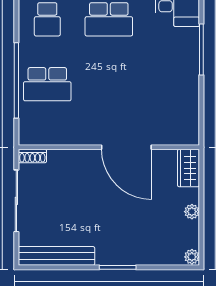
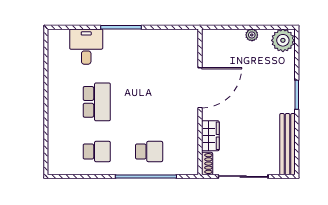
school desk: (47, 84) -> (149, 151), width x0.54
wardrobe: (189, 168) -> (210, 136), moved, turned -90
plant: (192, 257) -> (283, 40), width x1.88, depth x1.88

